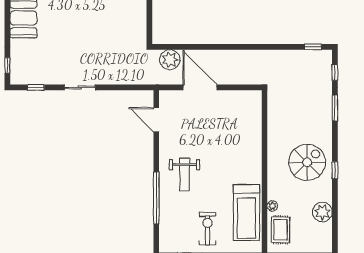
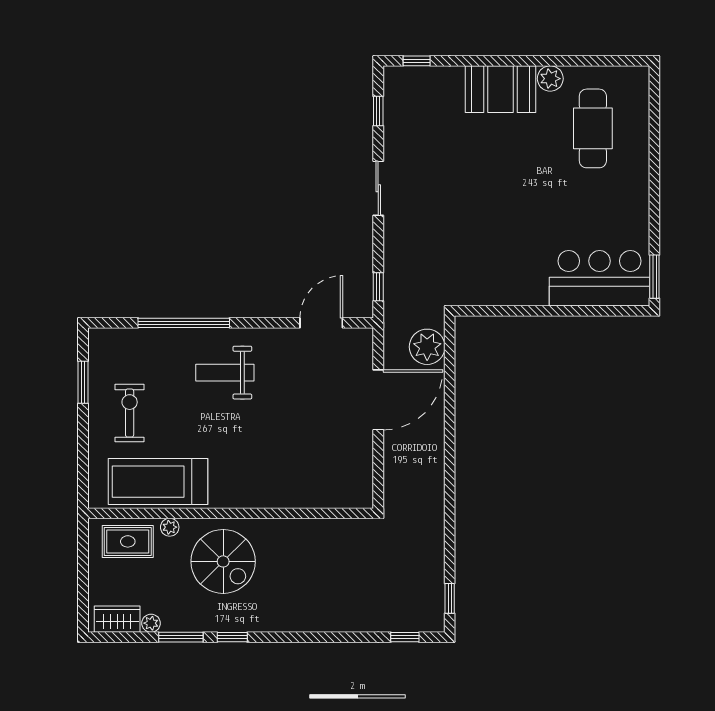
window: (136, 87) -> (378, 287), added
window: (335, 108) -> (181, 637), moved
spiral stairs: (307, 162) -> (223, 561), moved
plant: (322, 212) -> (151, 623), width x0.53, depth x0.53
exercise bike: (207, 229) -> (130, 413), turned -90
wardrobe: (325, 236) -> (117, 619), added

